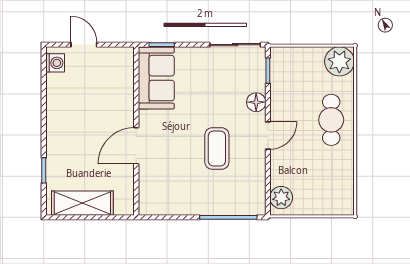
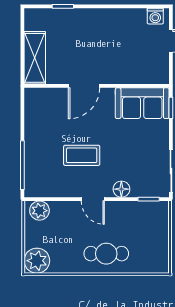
plant: (339, 61) -> (37, 261), moved
door: (136, 146) -> (84, 86), swing flipped
shelving: (82, 203) -> (35, 58), moved

